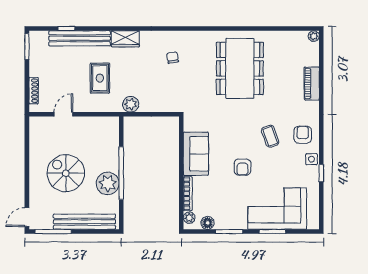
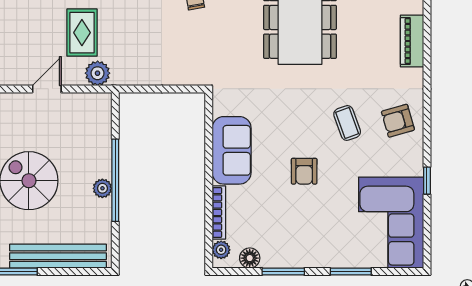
plant: (131, 104) -> (98, 73), moved
door: (63, 114) -> (47, 89), moved
armchair: (303, 135) -> (398, 121), turned -106
side table: (312, 159) -> (412, 159), removed
plant: (108, 183) -> (102, 188), width x0.53, depth x0.53
corner sofa: (277, 209) -> (391, 223), moved, turned -90

